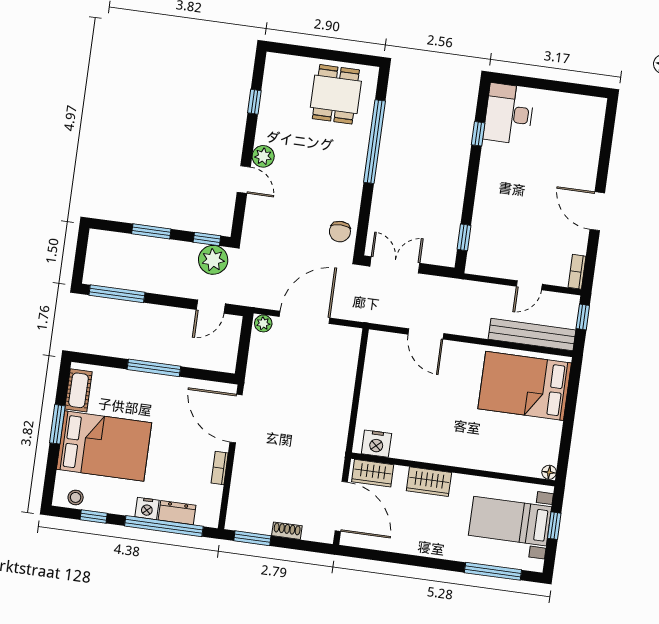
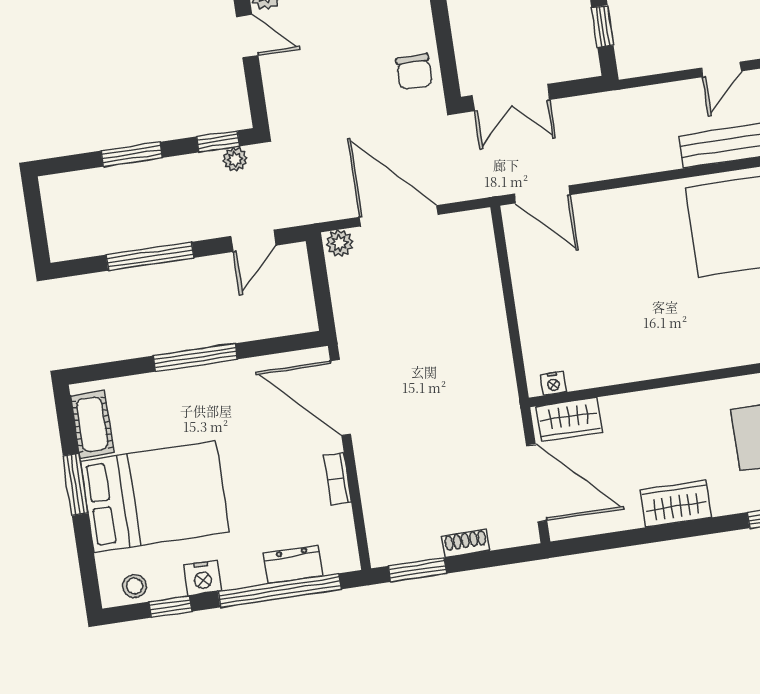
plant: (213, 260) -> (235, 159), width x0.53, depth x0.53
double door: (395, 265) -> (511, 98), swing flipped
window: (117, 294) -> (150, 256), moved
door: (305, 317) -> (399, 216), hinge flipped
door: (426, 334) -> (542, 194), moved
nightstand: (376, 444) -> (553, 383), width x0.53, depth x0.56
wardrobe: (429, 482) -> (676, 504), moved, turned 180
nightstand: (147, 509) -> (203, 578), moved

